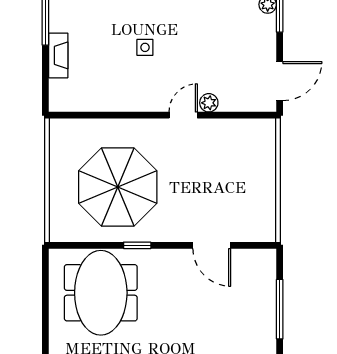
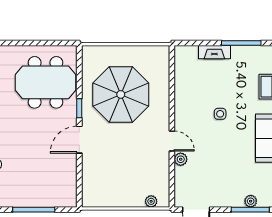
plant: (268, 144) -> (151, 201), added
door: (212, 245) -> (79, 140), moved

